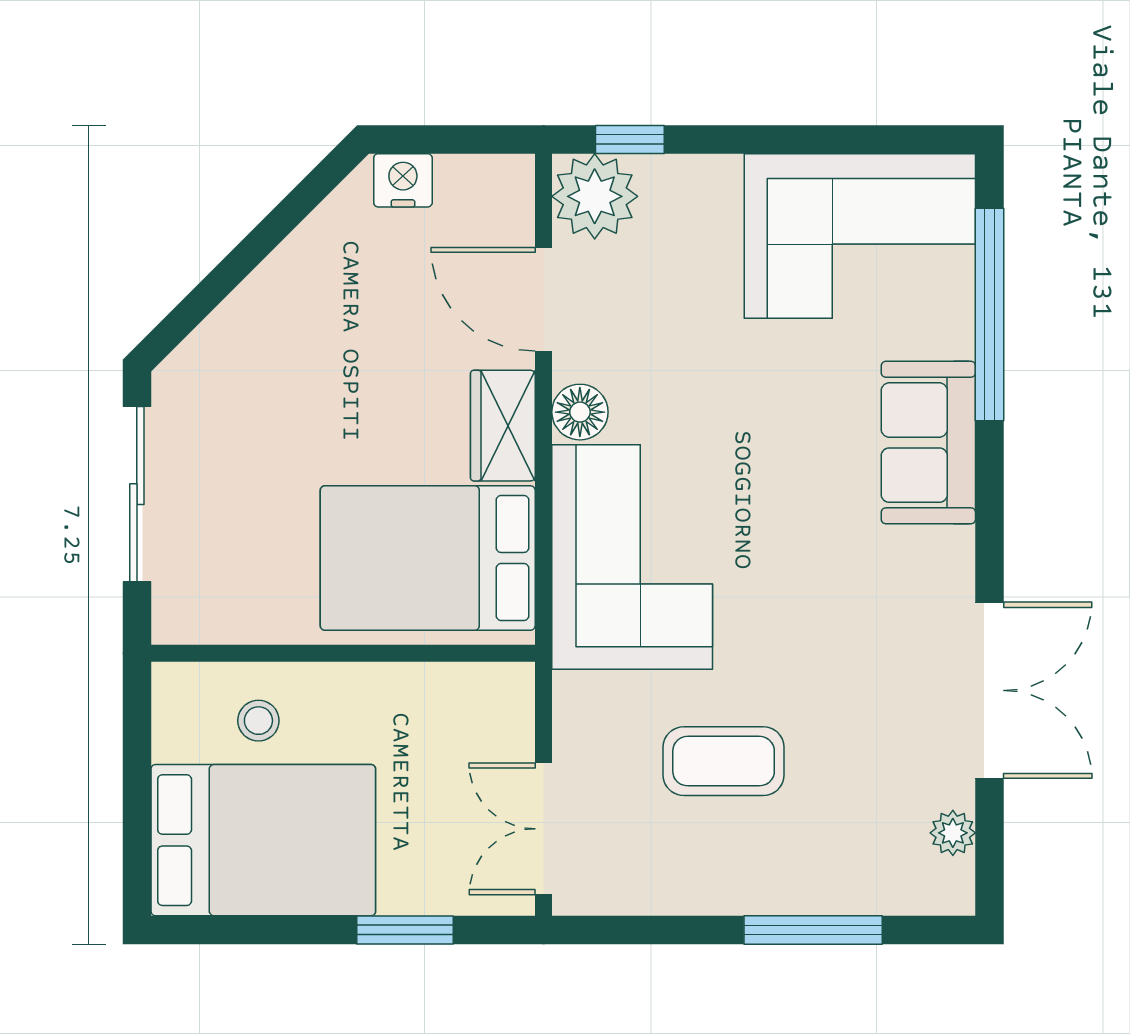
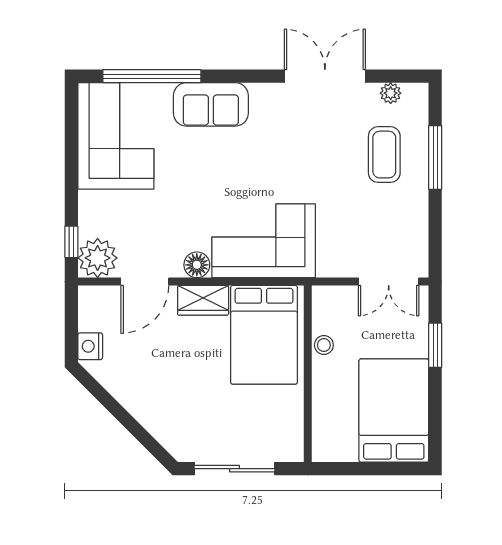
stool: (258, 721) -> (324, 345), moved
coffee table: (724, 761) -> (384, 155), moved

